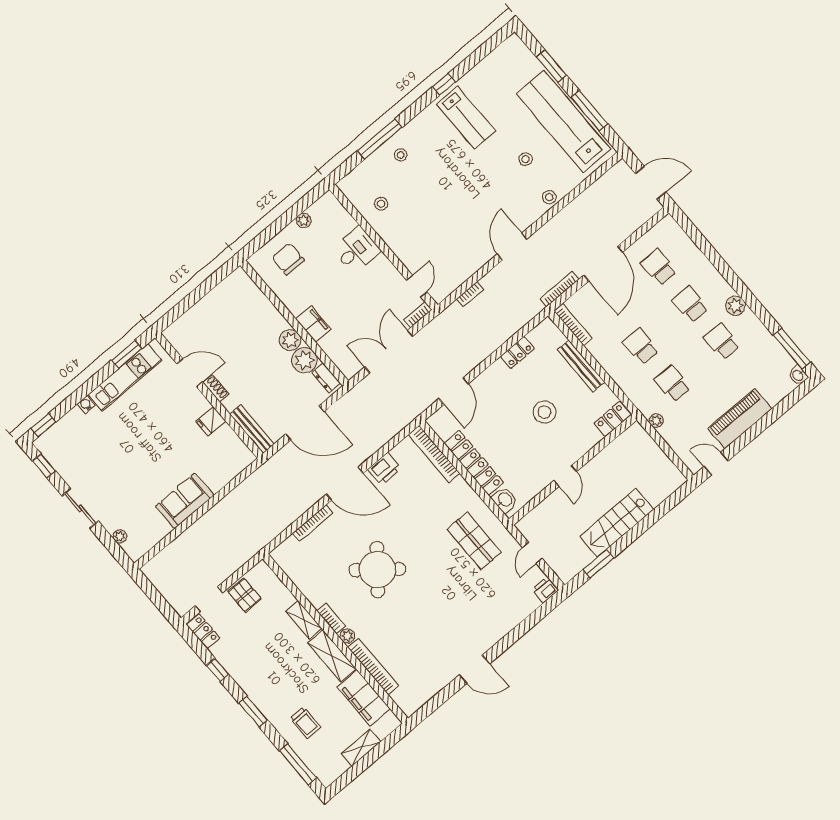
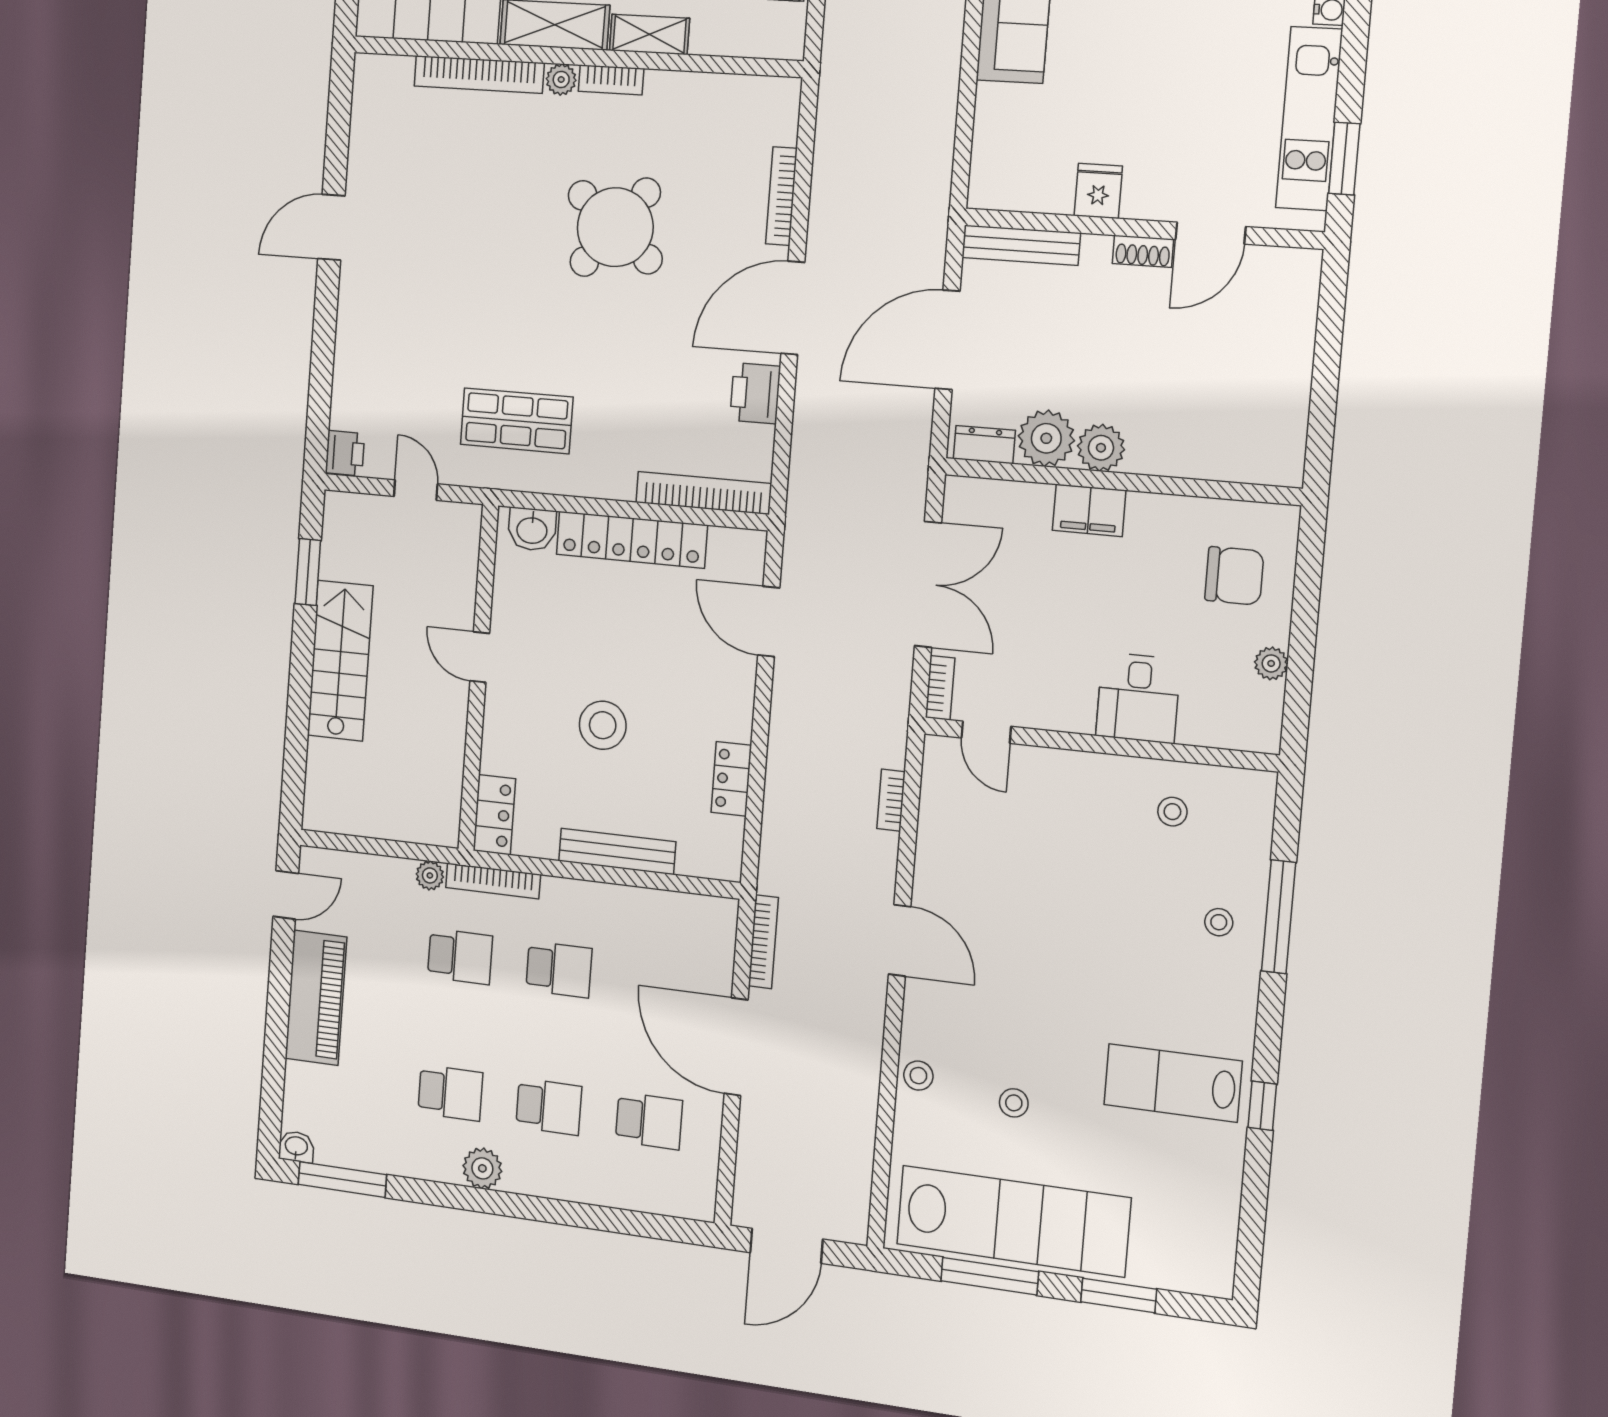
bookcase: (573, 324) -> (493, 881), moved

